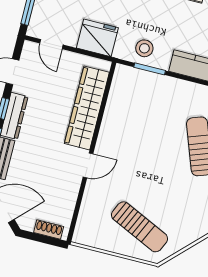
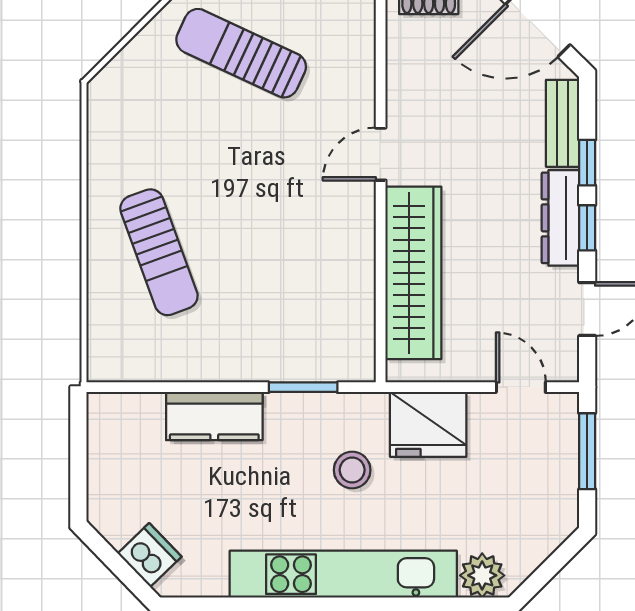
stool: (144, 48) -> (352, 470), moved

